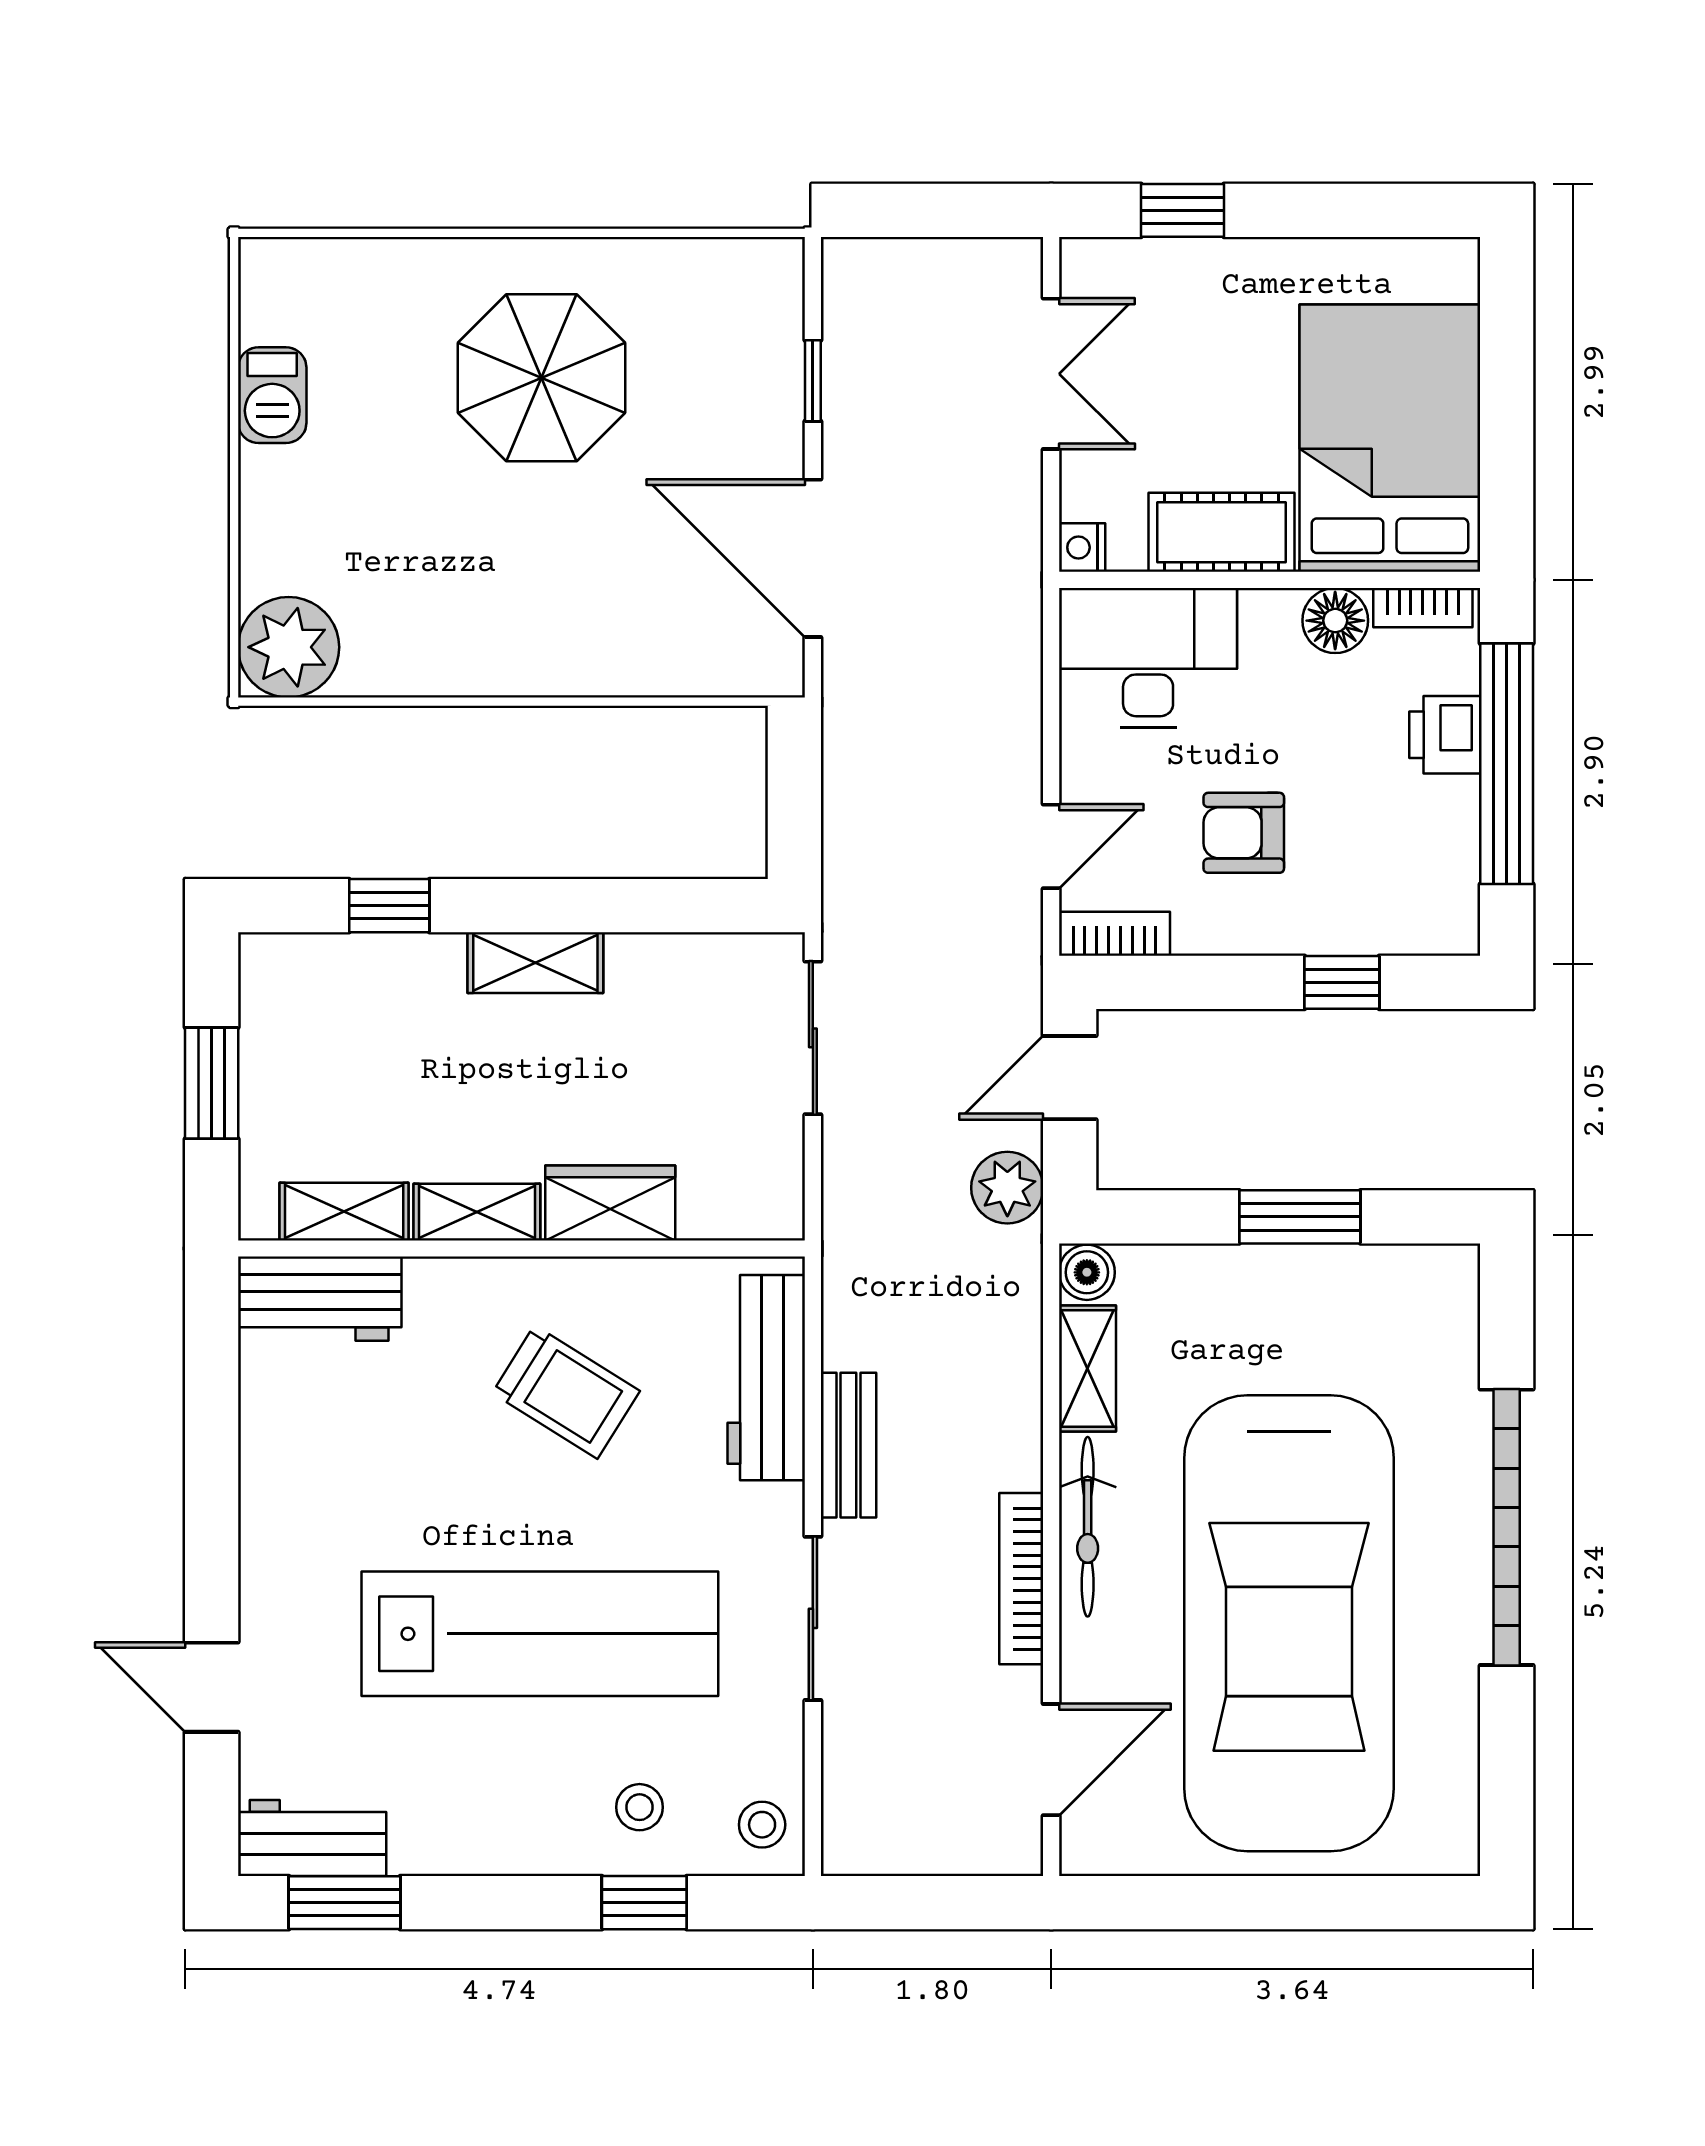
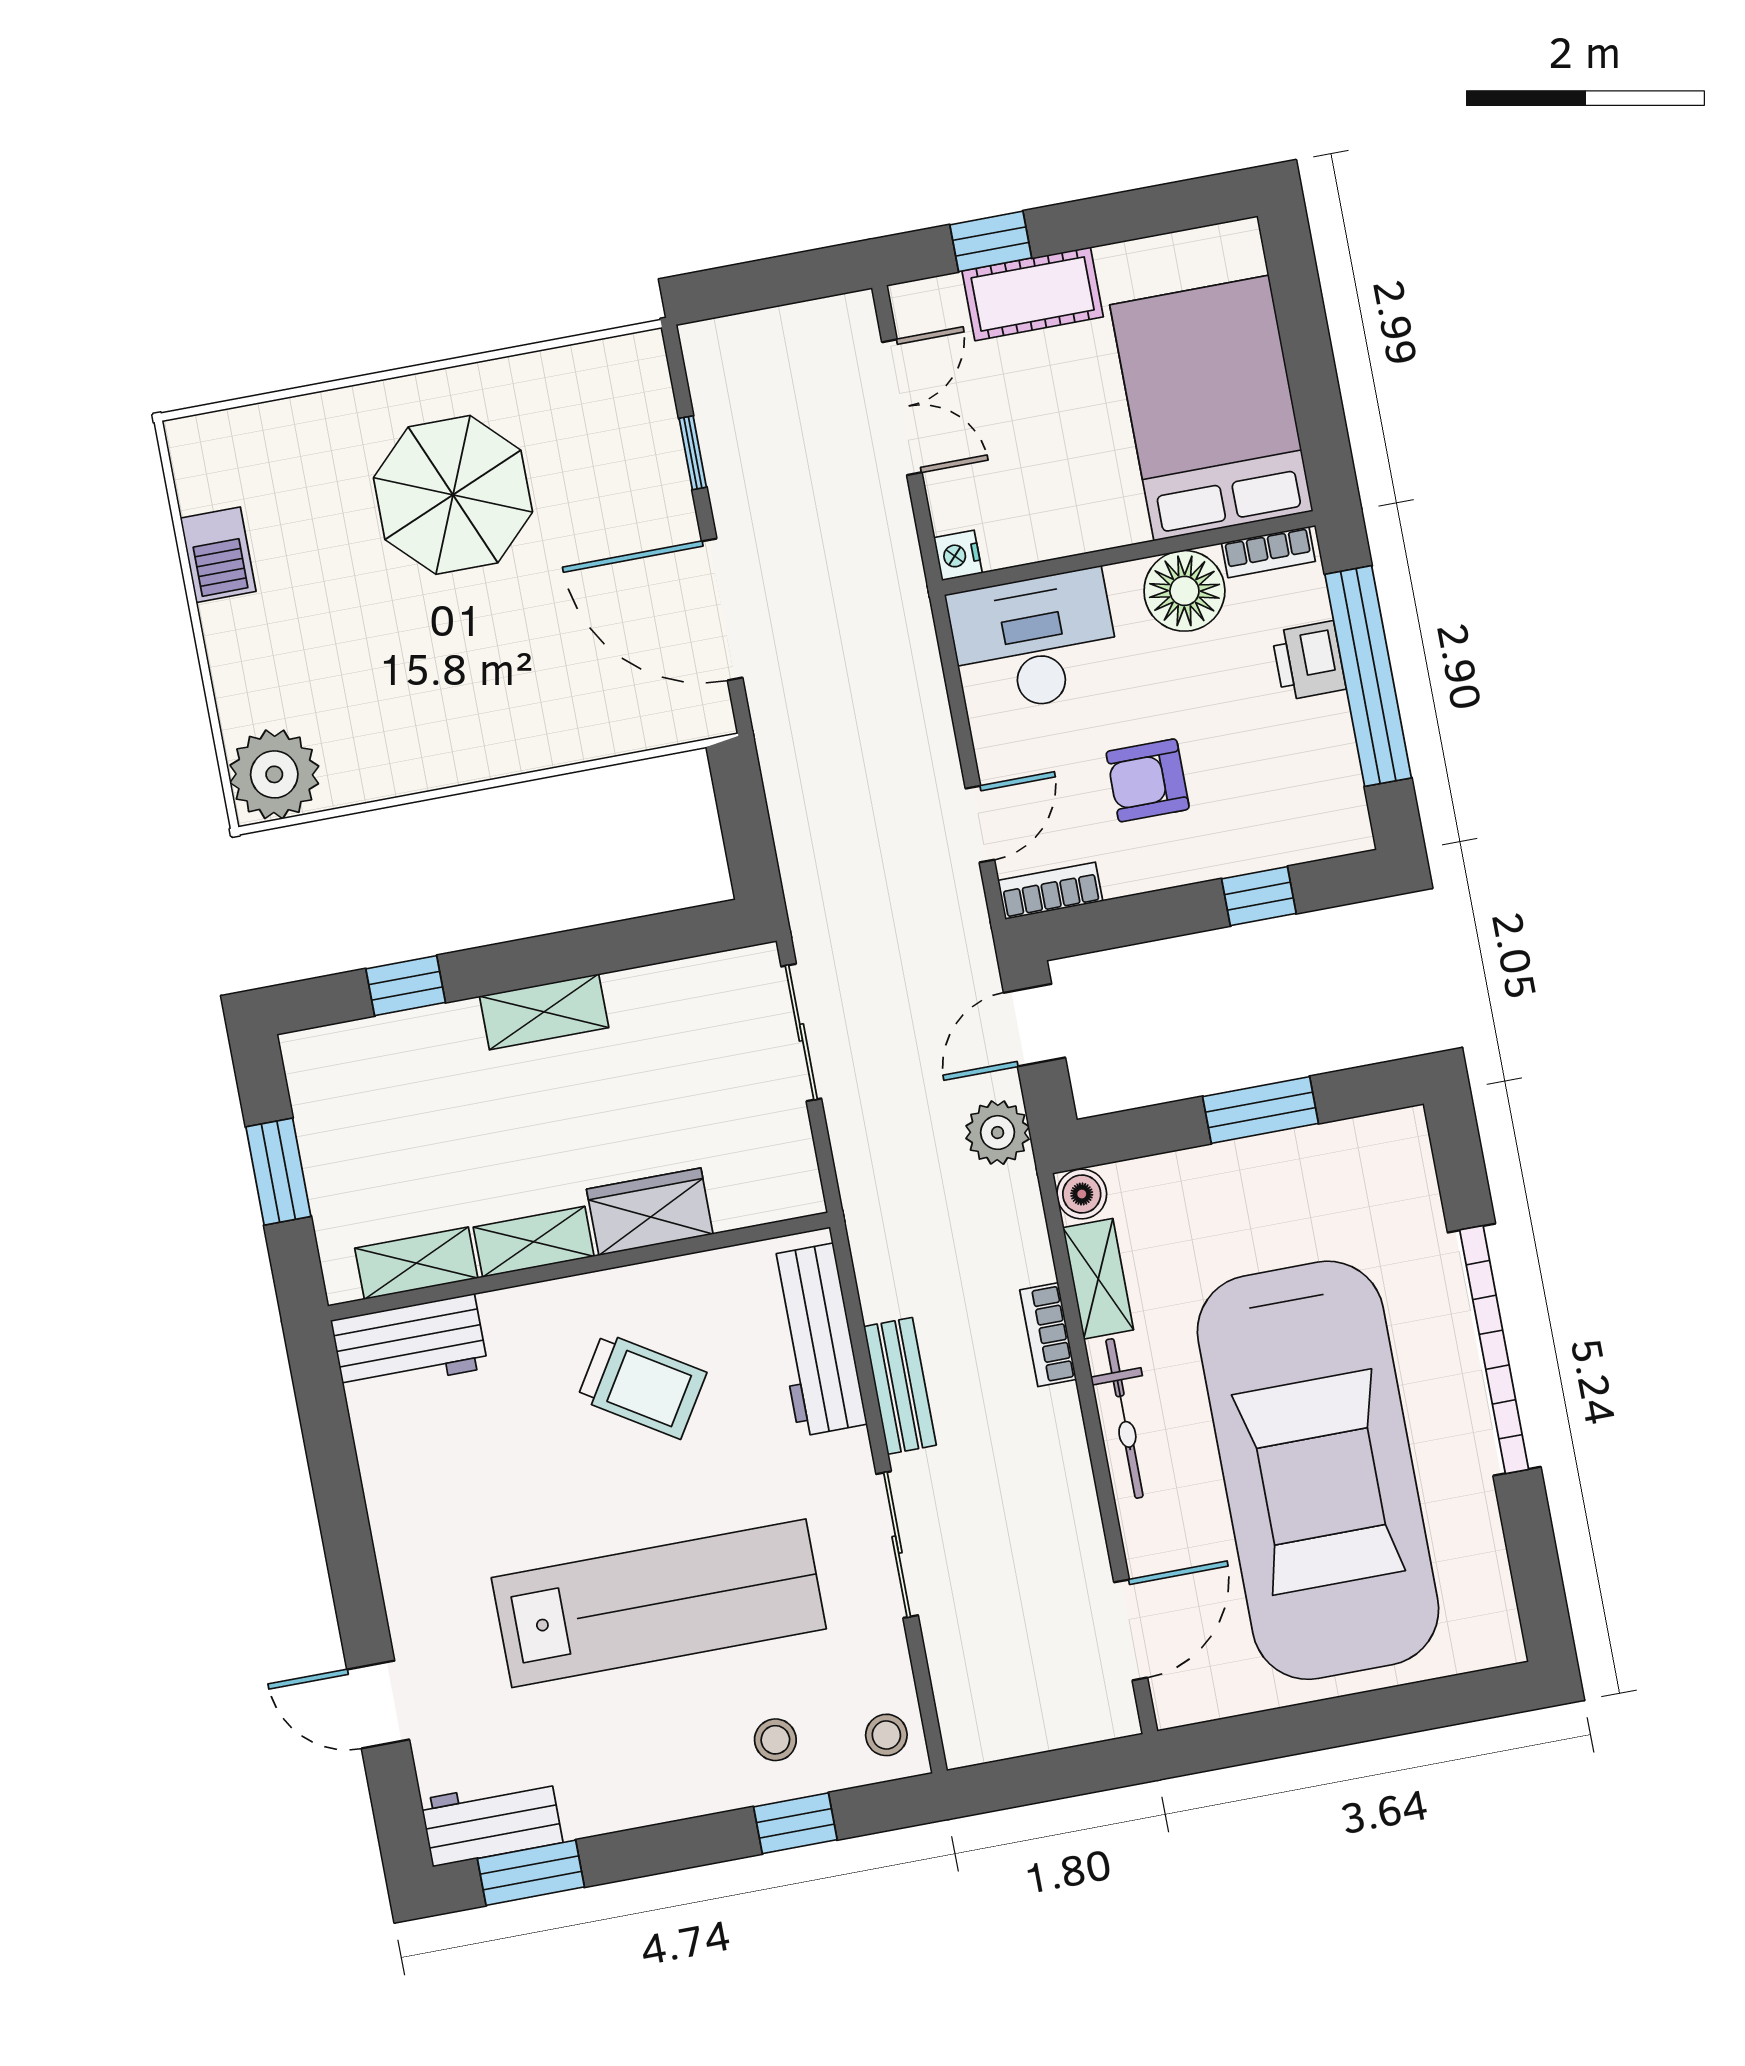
cot: (1221, 532) -> (1033, 294), moved
floor lamp: (1335, 621) -> (1184, 591), width x1.38, depth x1.38
bookcase: (1021, 1579) -> (1048, 1335), moved, width x0.64

